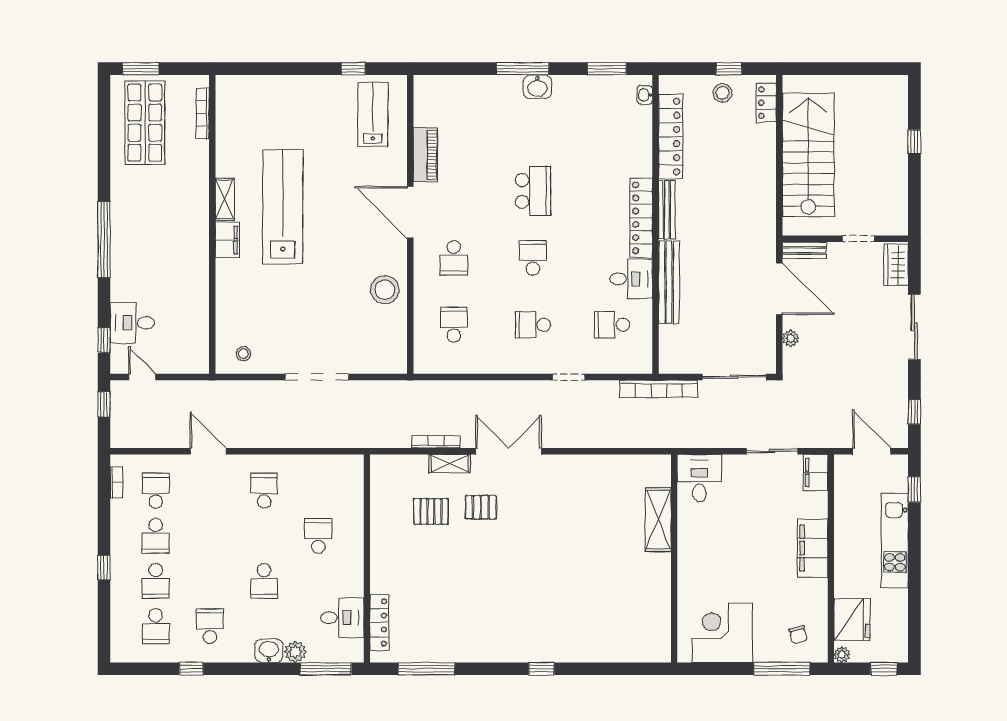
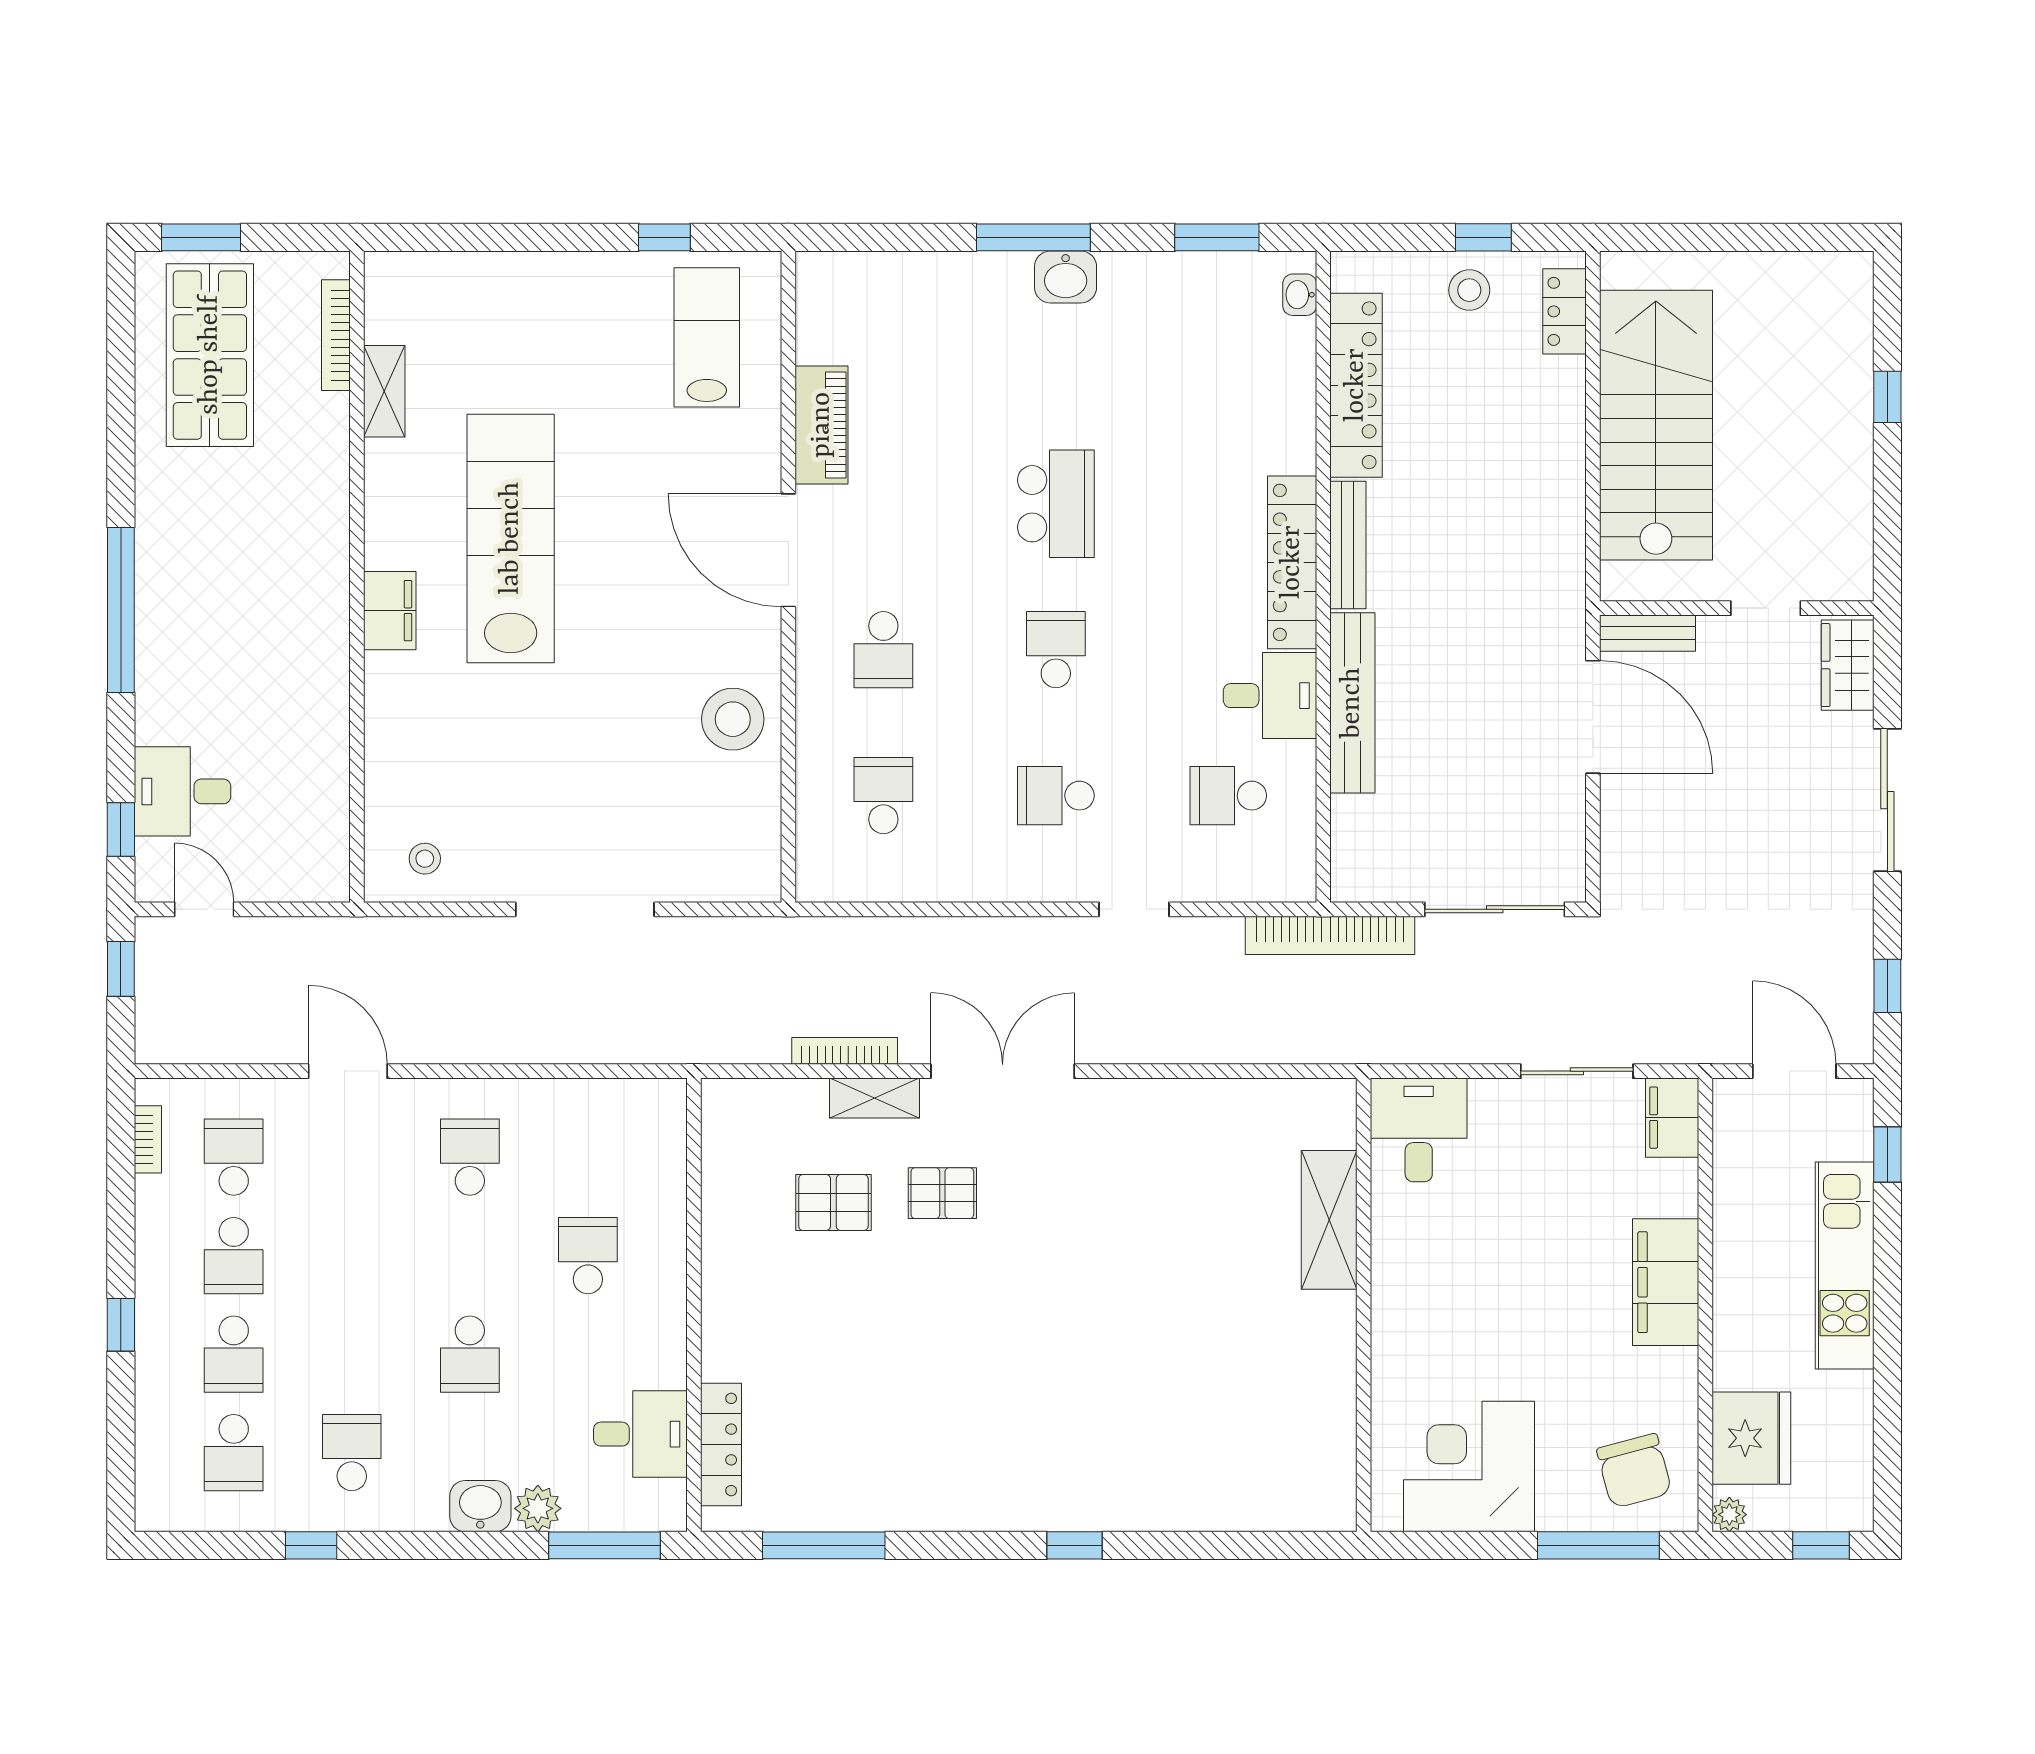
shelving: (225, 199) -> (384, 391), moved
plant: (791, 338) -> (1618, 825), removed
chair: (798, 635) -> (1634, 1471), width x1.87, depth x1.87

